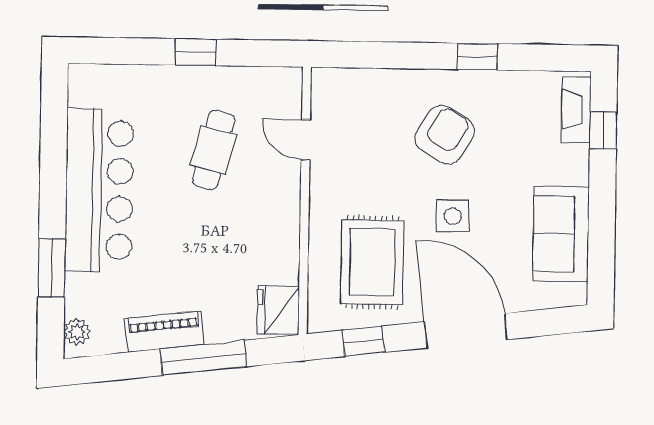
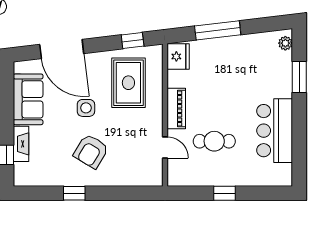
fireplace: (576, 109) -> (21, 144), moved
cafe table: (213, 150) -> (214, 141), turned 76
bar counter: (99, 190) -> (275, 131), width x0.73
door: (466, 331) -> (62, 49), moved
piano: (164, 332) -> (176, 109), moved, turned -83

